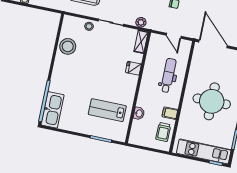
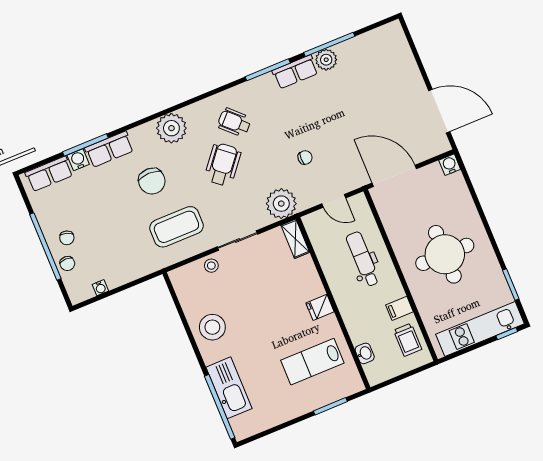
plant: (141, 22) -> (281, 204), width x1.87, depth x1.87
stool: (68, 46) -> (212, 327), moved
fridge: (133, 68) -> (320, 307), moved
kitchen sink: (53, 110) -> (229, 388), moved
washbasin: (139, 113) -> (365, 353), moved

